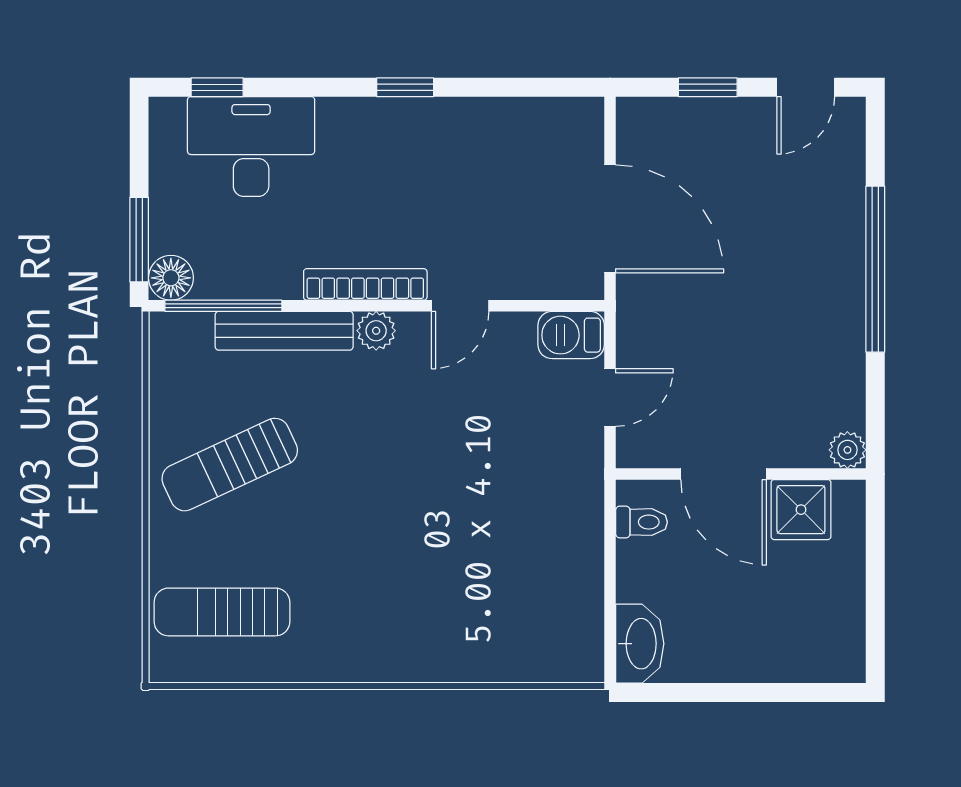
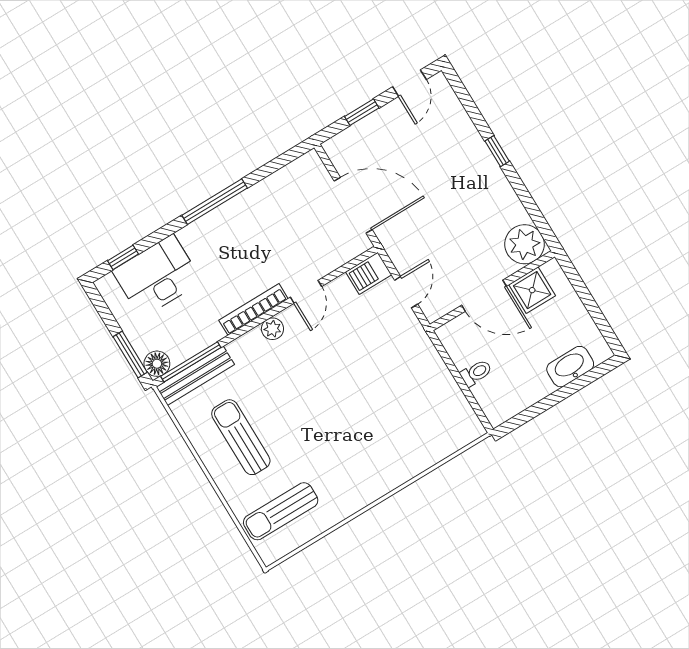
window: (405, 87) -> (215, 202), width x2.17
window: (875, 269) -> (497, 151), width x0.32
bench: (284, 331) -> (195, 376), moved
plant: (847, 450) -> (525, 244), width x1.88, depth x1.88
sun lounger: (230, 465) -> (241, 437), turned 115
toilet: (641, 522) -> (476, 373), moved
washbasin: (640, 644) -> (570, 367), moved, turned -90

